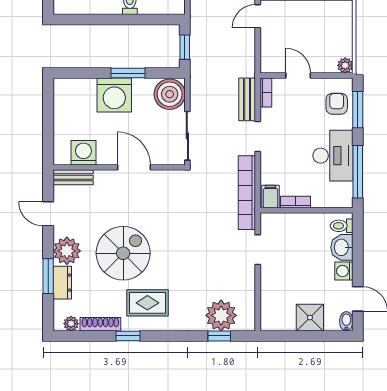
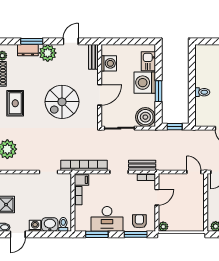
kitchen sink: (80, 89) -> (148, 61), added
armchair: (337, 104) -> (139, 221), turned -90
window: (358, 172) -> (97, 234), width x0.69
spiral stairs: (123, 253) -> (62, 102), moved, turned 90

